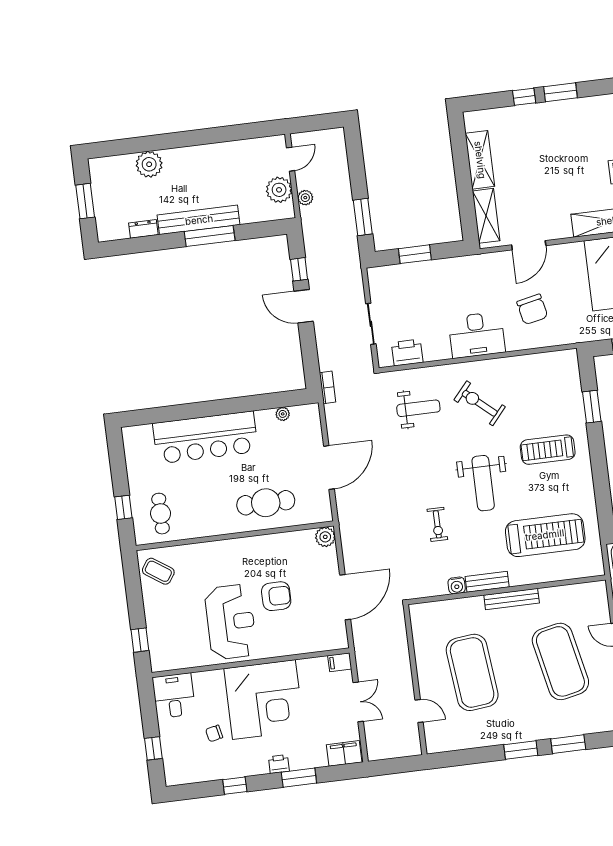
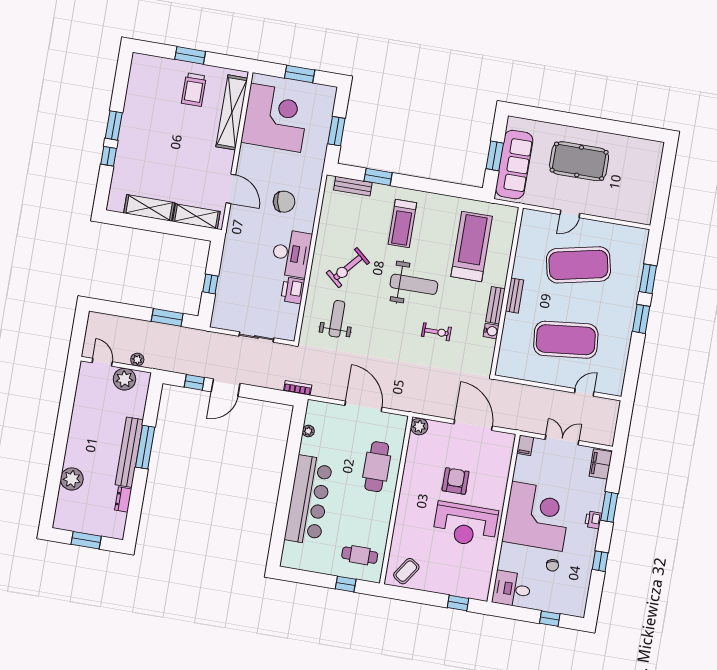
window: (415, 254) -> (210, 284), width x0.67
printer: (407, 353) -> (293, 290), moved
bench: (573, 381) -> (353, 186), added
bench: (512, 599) -> (514, 296), width x0.73
reception desk: (231, 622) -> (465, 524), turned 180

